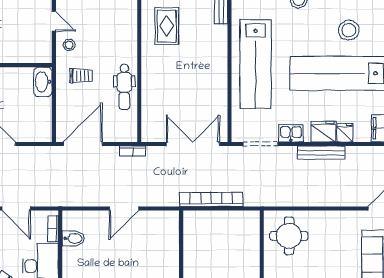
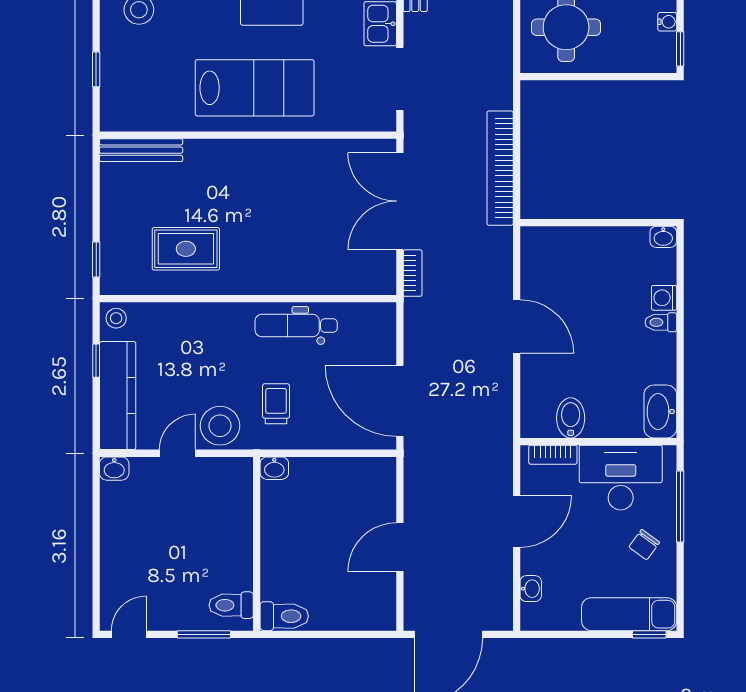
stool: (69, 45) -> (220, 426), width x1.89, depth x1.89
lab bench: (256, 64) -> (255, 88), width x0.73
washbasin: (43, 82) -> (274, 468), width x0.52, depth x0.69
dental chair: (124, 87) -> (296, 326), turned 180
bookcase: (133, 151) -> (413, 273), moved

